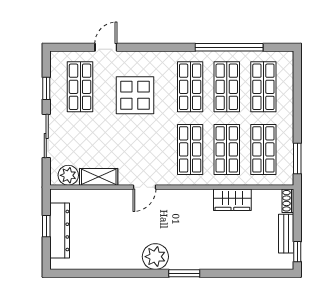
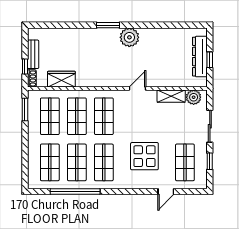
wardrobe: (232, 200) -> (61, 79), moved
window: (297, 252) -> (25, 67), moved

